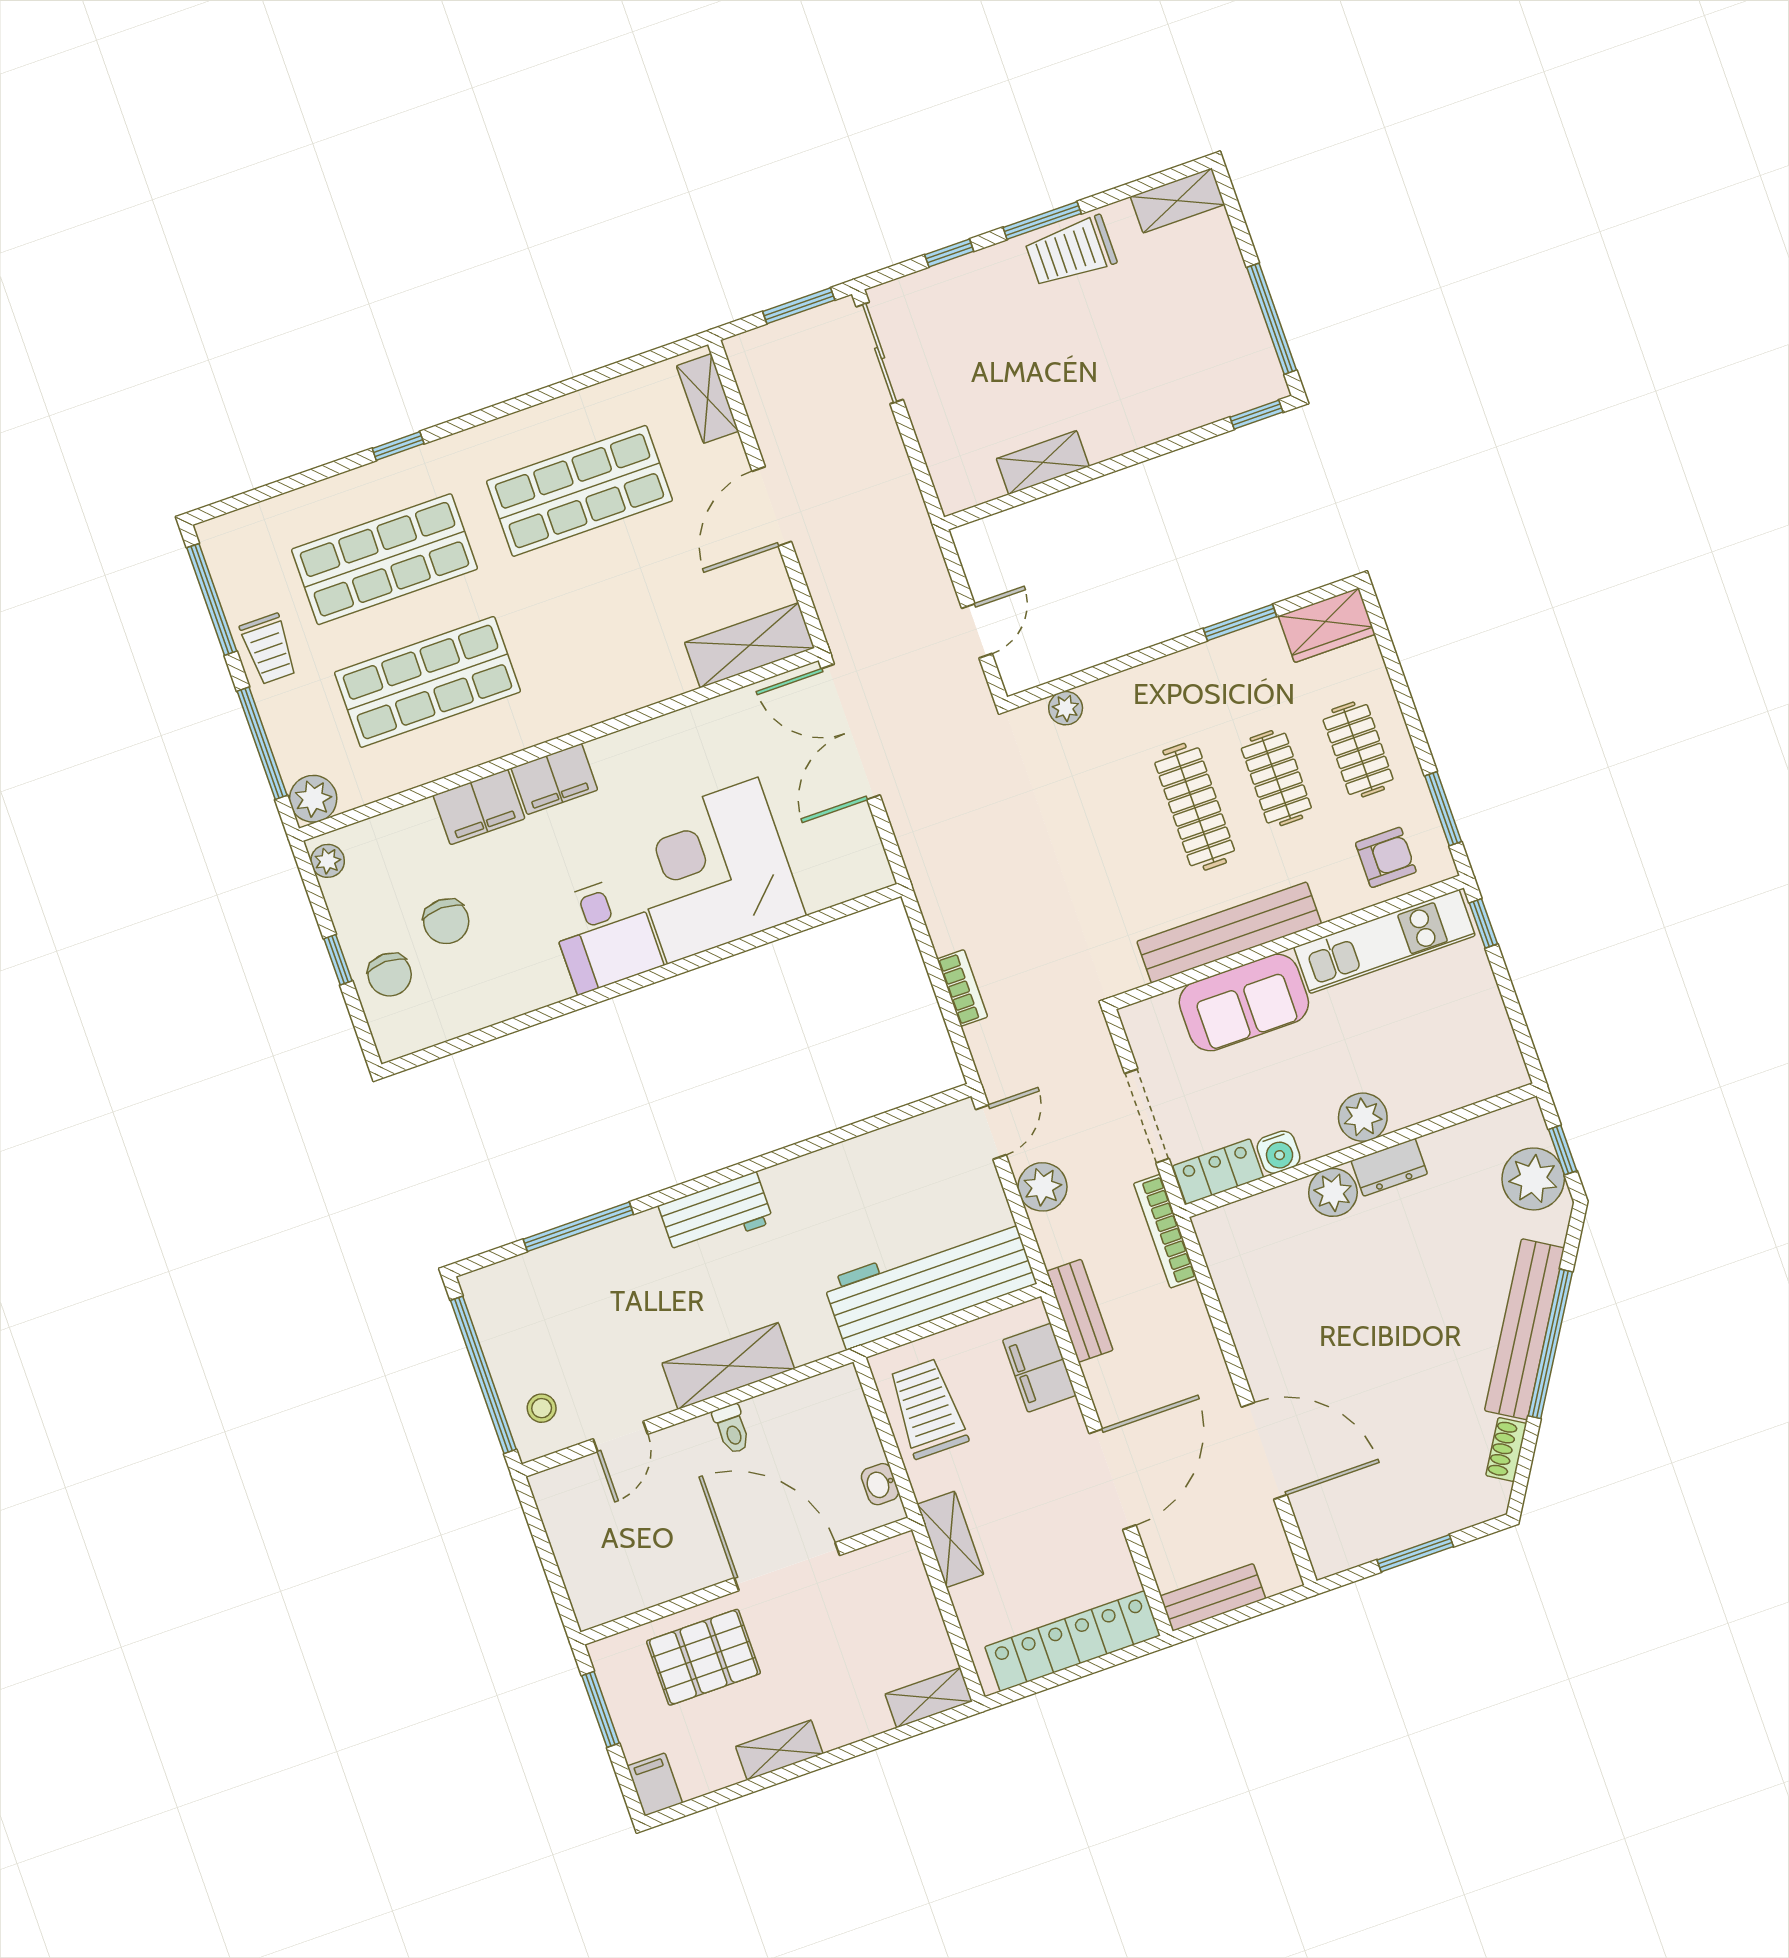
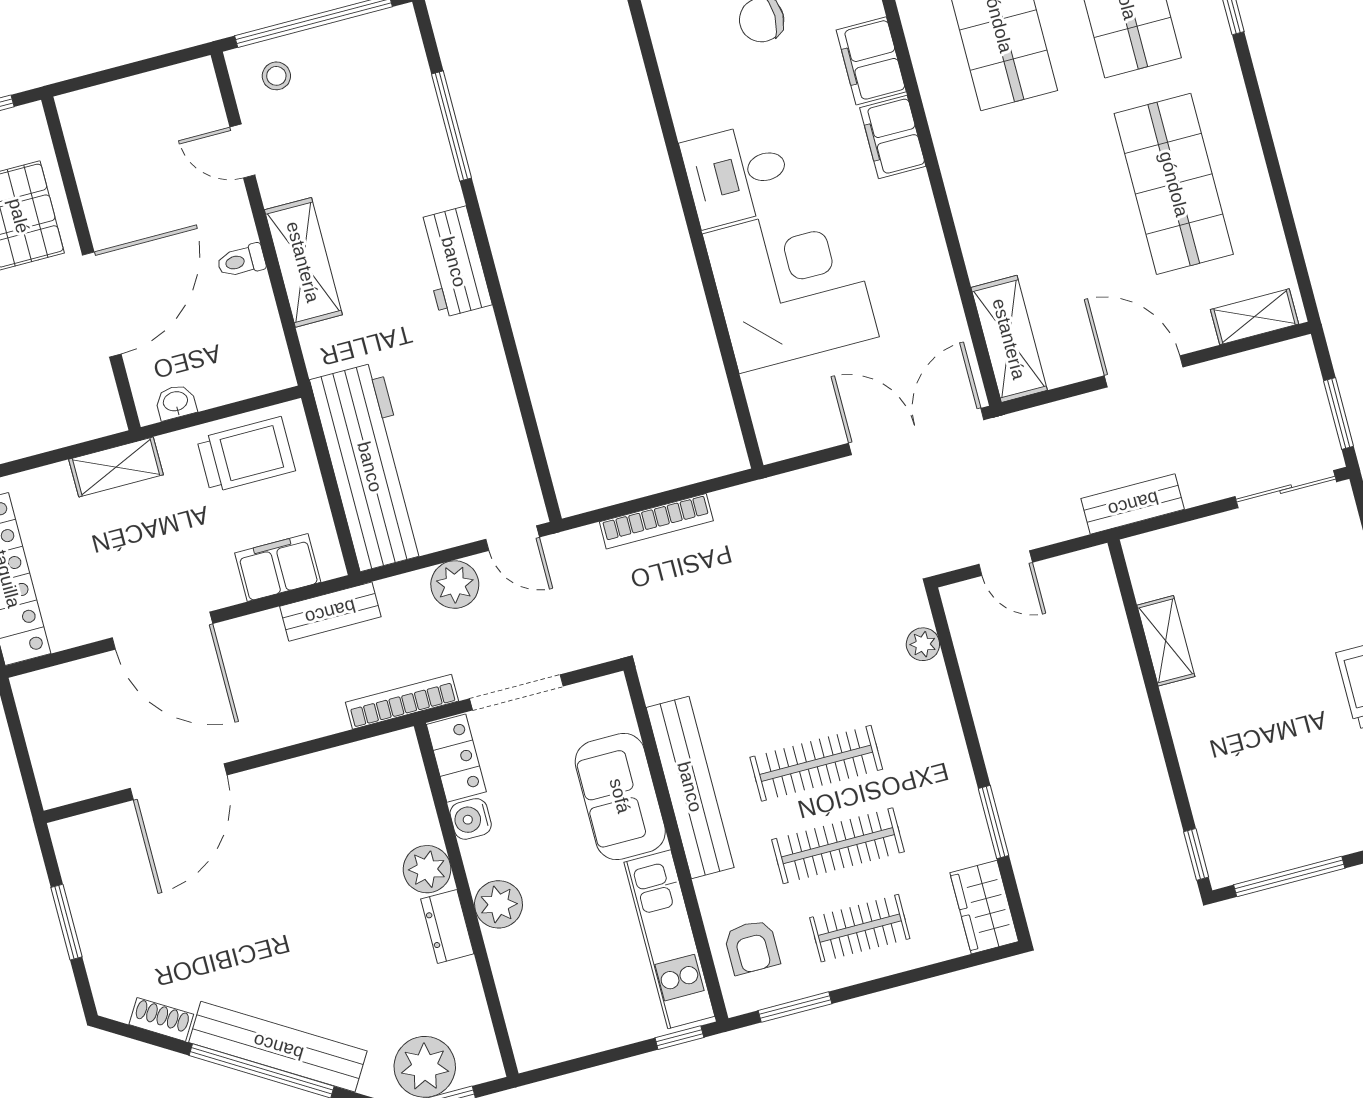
clothes rail: (1276, 778) -> (838, 846), width x1.36
bookcase: (962, 988) -> (656, 521), width x1.56
bench: (1213, 1597) -> (1133, 504), moved, turned 90

